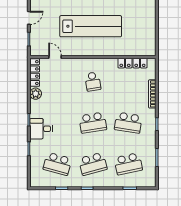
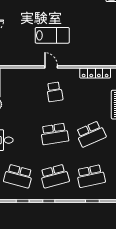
lab bench: (91, 26) -> (52, 35), width x0.54, depth x0.72
door: (55, 57) -> (51, 67), moved
school desk: (128, 123) -> (91, 134), turned -33

